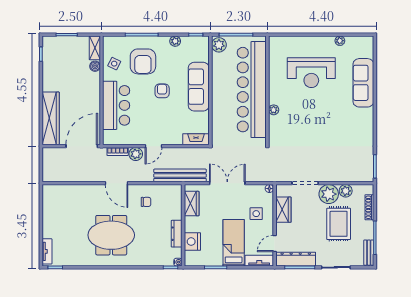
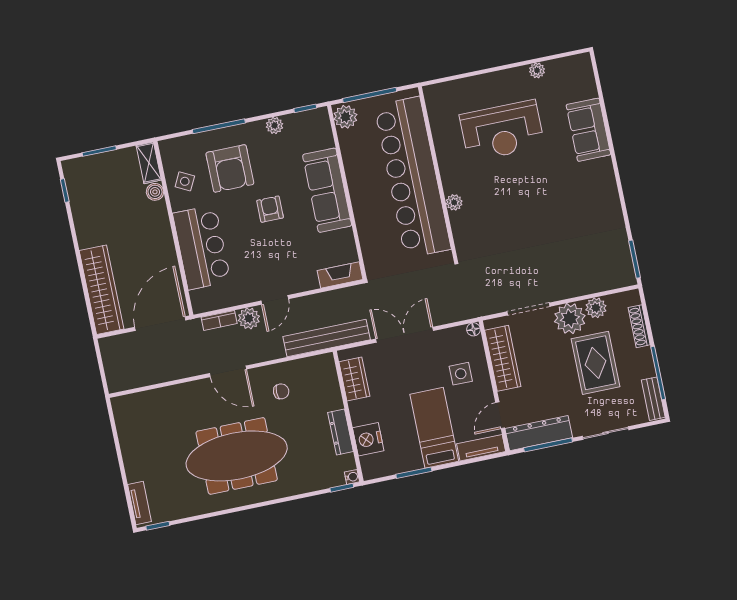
sofa: (363, 83) -> (588, 130), width x0.73
wardrobe: (283, 210) -> (503, 358), width x1.50
meeting table: (111, 235) -> (237, 456), width x1.36

